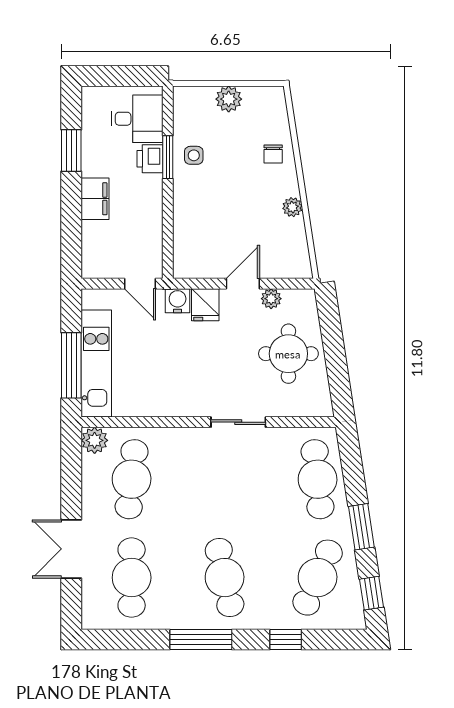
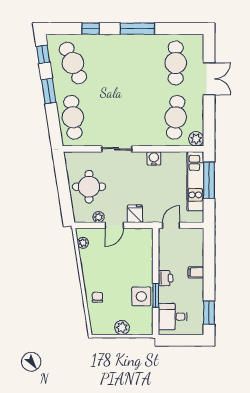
window: (71, 150) -> (209, 313), moved
side table: (194, 155) -> (141, 296), width x1.87, depth x1.87
printer: (150, 159) -> (166, 278), moved
filing cabinet: (95, 199) -> (196, 272), width x0.50
plant: (292, 207) -> (83, 243), moved
door: (140, 284) -> (171, 225), hinge flipped
water cooler: (178, 301) -> (154, 158), moved, turned 180
cafe table: (225, 578) -> (124, 63), removed
cafe table: (318, 578) -> (73, 63), turned -48

